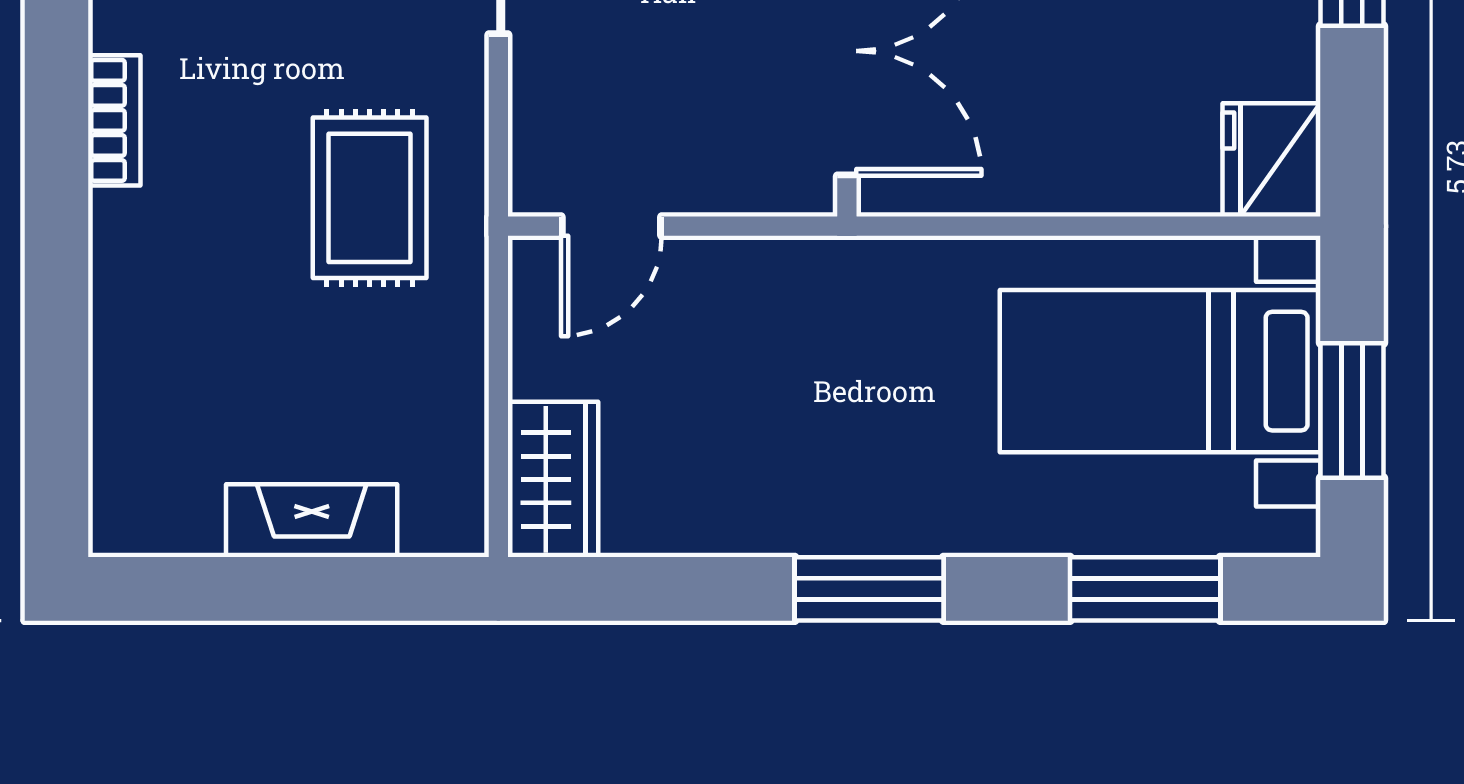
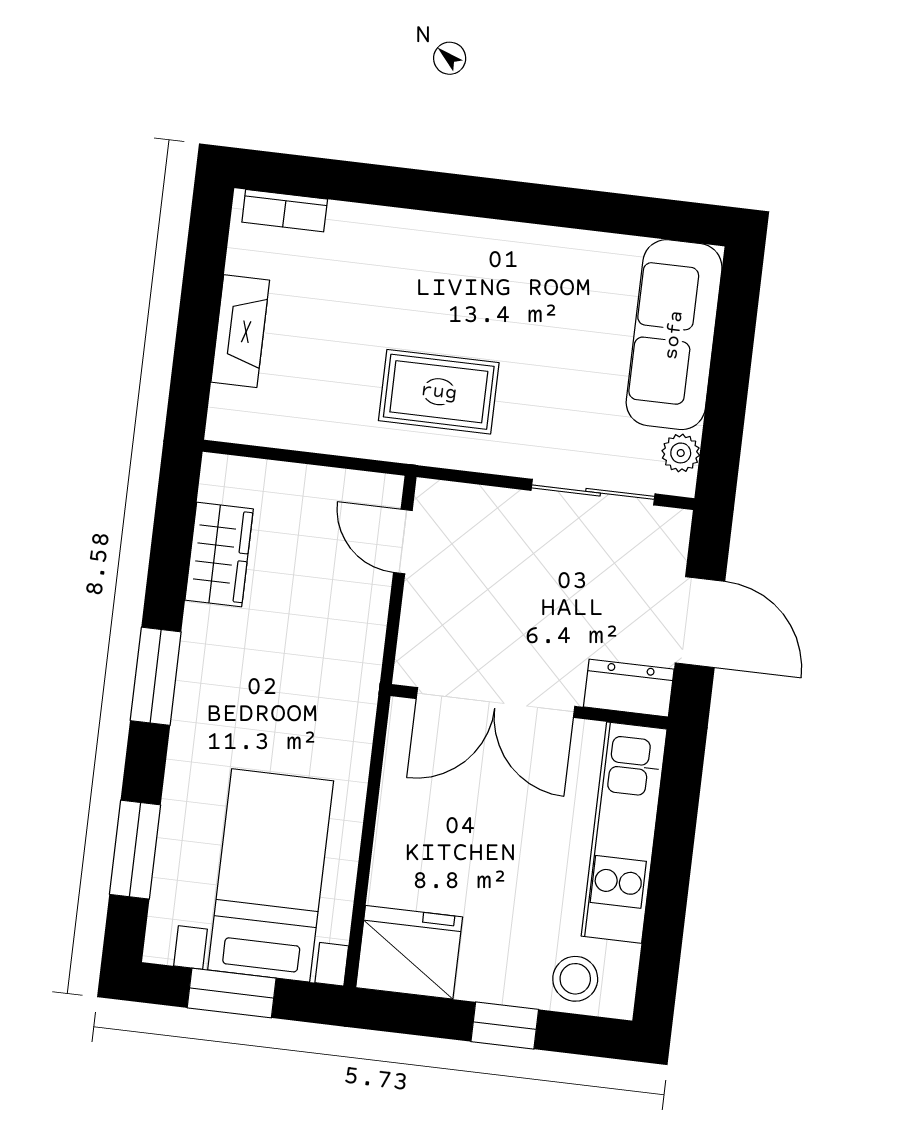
bookcase: (114, 120) -> (285, 211), moved
fridge: (1271, 160) -> (409, 952), width x1.36, depth x1.34
wardrobe: (553, 479) -> (219, 554), moved, turned -90

